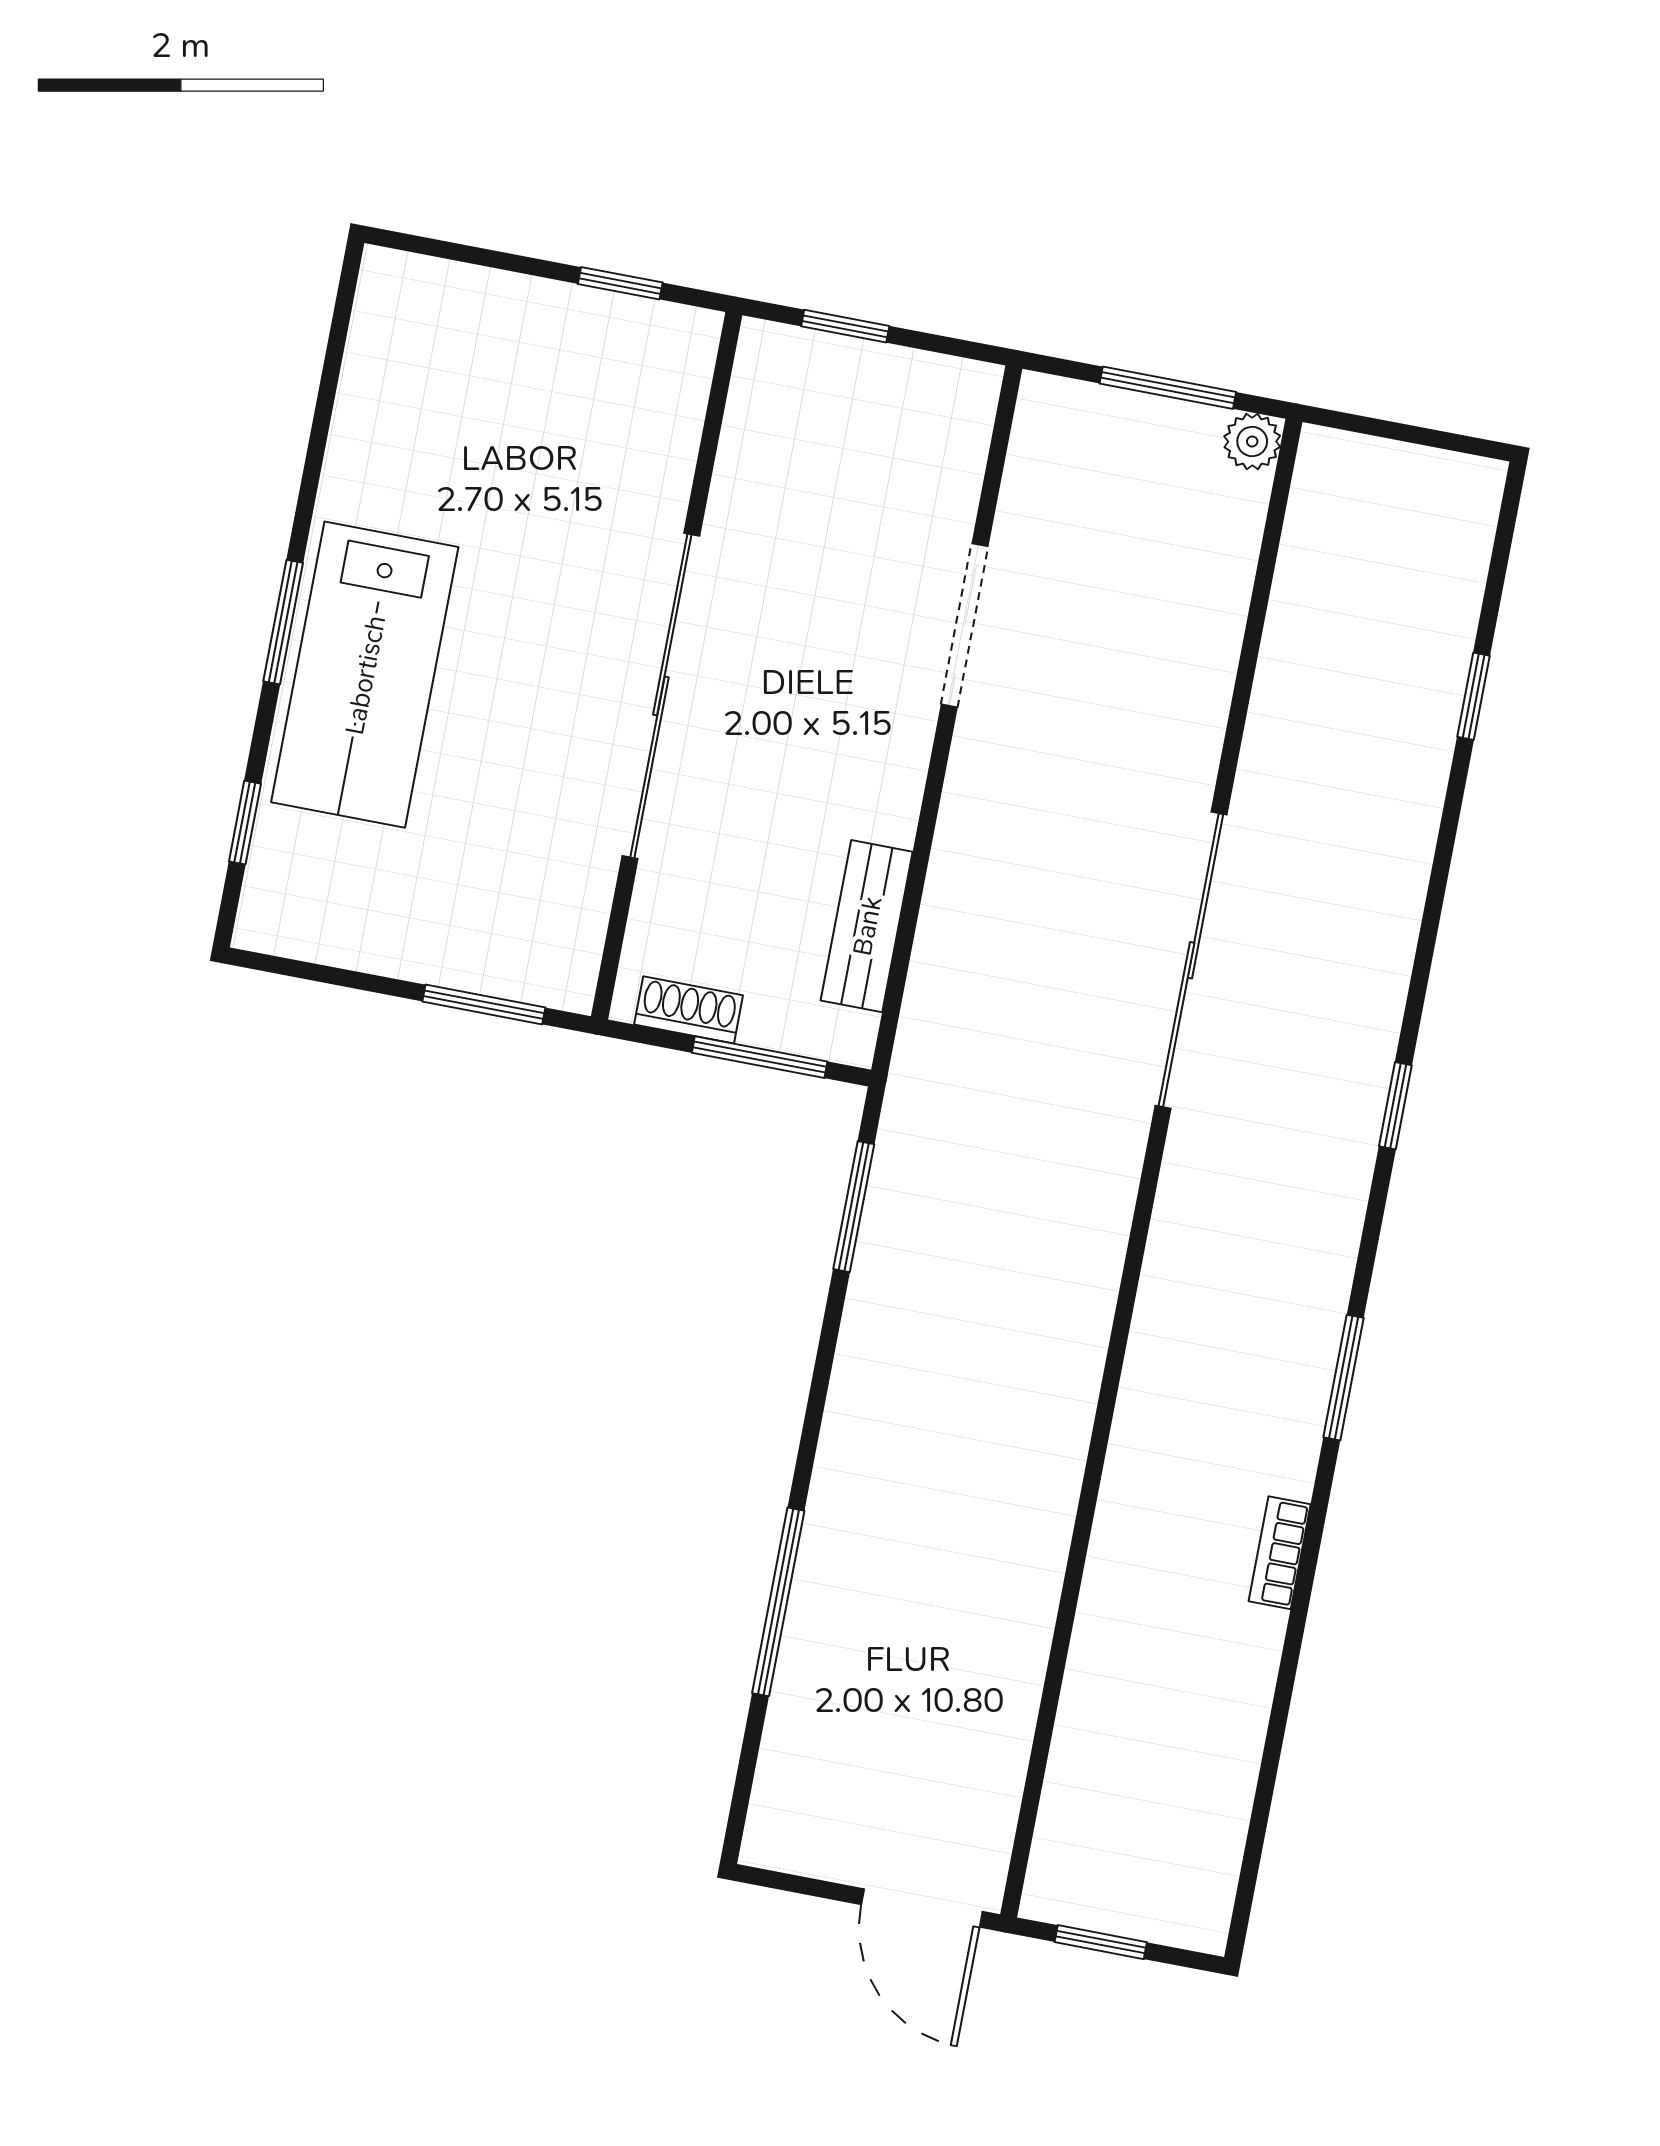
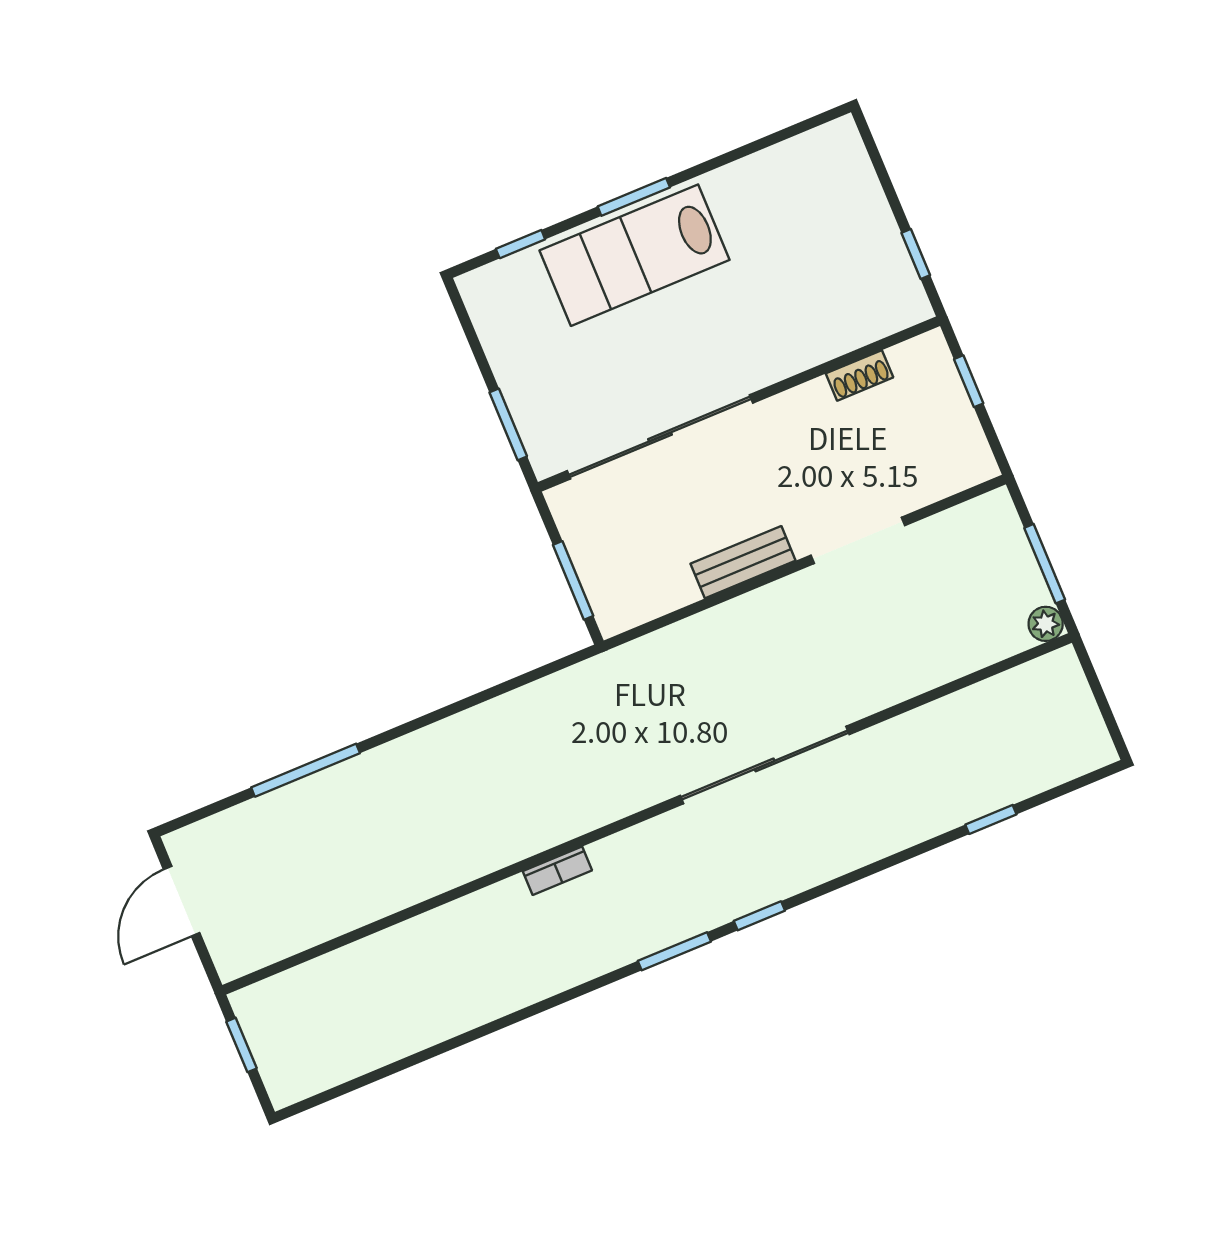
sliding door: (661, 696) -> (660, 437), moved
bench: (867, 926) -> (743, 562), moved
shoe rack: (689, 1010) -> (860, 375), moved, turned 90
window: (854, 1207) -> (529, 677), removed
window: (1344, 1378) -> (674, 951), moved
bookcase: (1280, 1553) -> (557, 871), moved, turned 180
door: (922, 1908) -> (182, 901), moved

